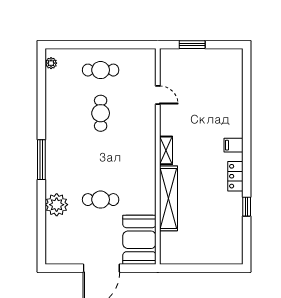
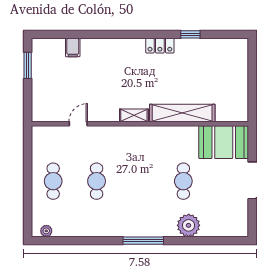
window: (192, 45) -> (28, 65), moved
cafe table: (101, 113) -> (97, 181), turned 90
filing cabinet: (234, 145) -> (73, 48), moved

